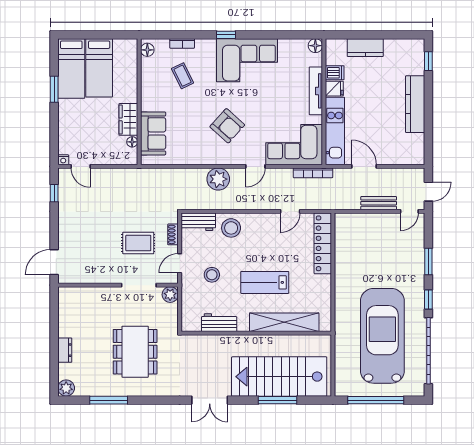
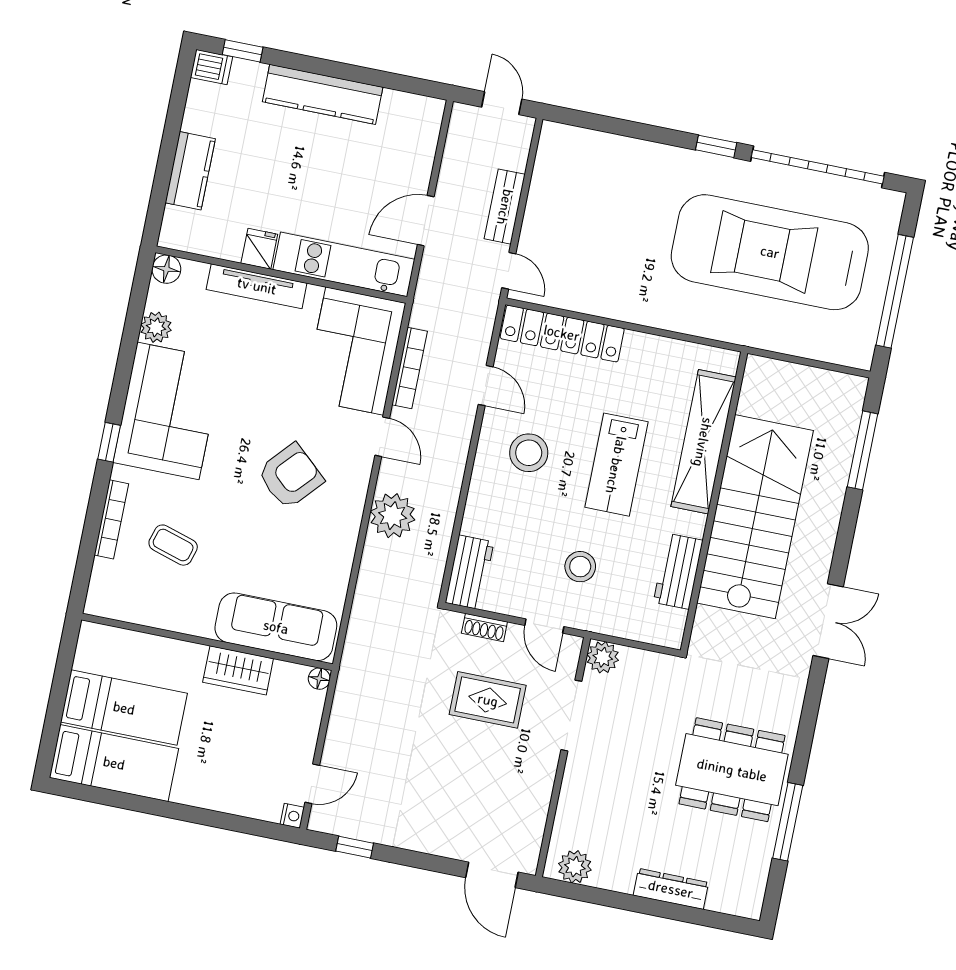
bookcase: (182, 43) -> (111, 519), width x1.56
plant: (286, 46) -> (156, 327), added
floor lamp: (147, 50) -> (107, 605), removed
dishwasher: (335, 73) -> (212, 67), moved, turned 90
coffee table: (183, 76) -> (173, 545), turned 43
window: (54, 89) -> (148, 806), removed
sofa: (153, 133) -> (276, 627), width x1.36
floor lamp: (132, 142) -> (319, 679), moved
bookcase: (313, 173) -> (409, 368), moved
door: (409, 211) -> (509, 271), moved
stool: (231, 228) -> (529, 453), moved
rug: (138, 243) -> (488, 700), turned 90
window: (428, 262) -> (641, 131), removed
dresser: (65, 350) -> (671, 889), width x1.44
dining table: (135, 352) -> (732, 770), moved
stairs: (279, 377) -> (755, 517), moved, turned 180
plant: (66, 388) -> (575, 867), moved
window: (277, 400) -> (863, 450), moved

